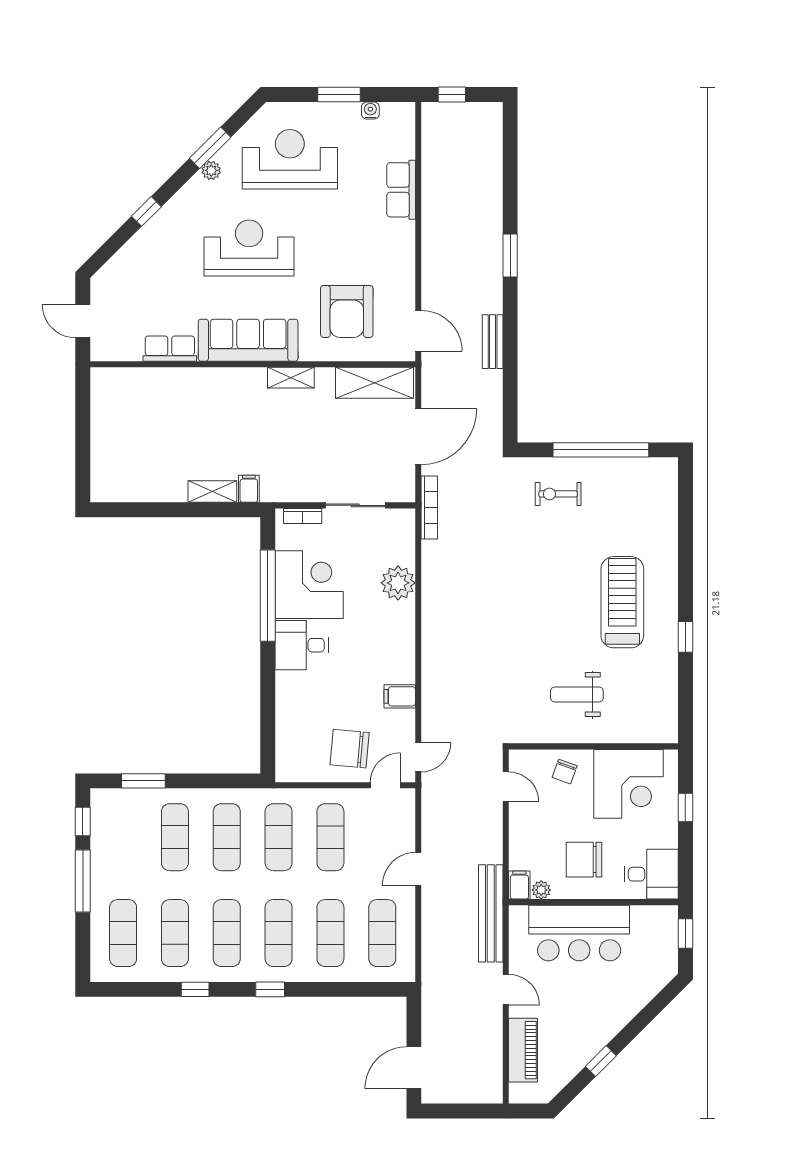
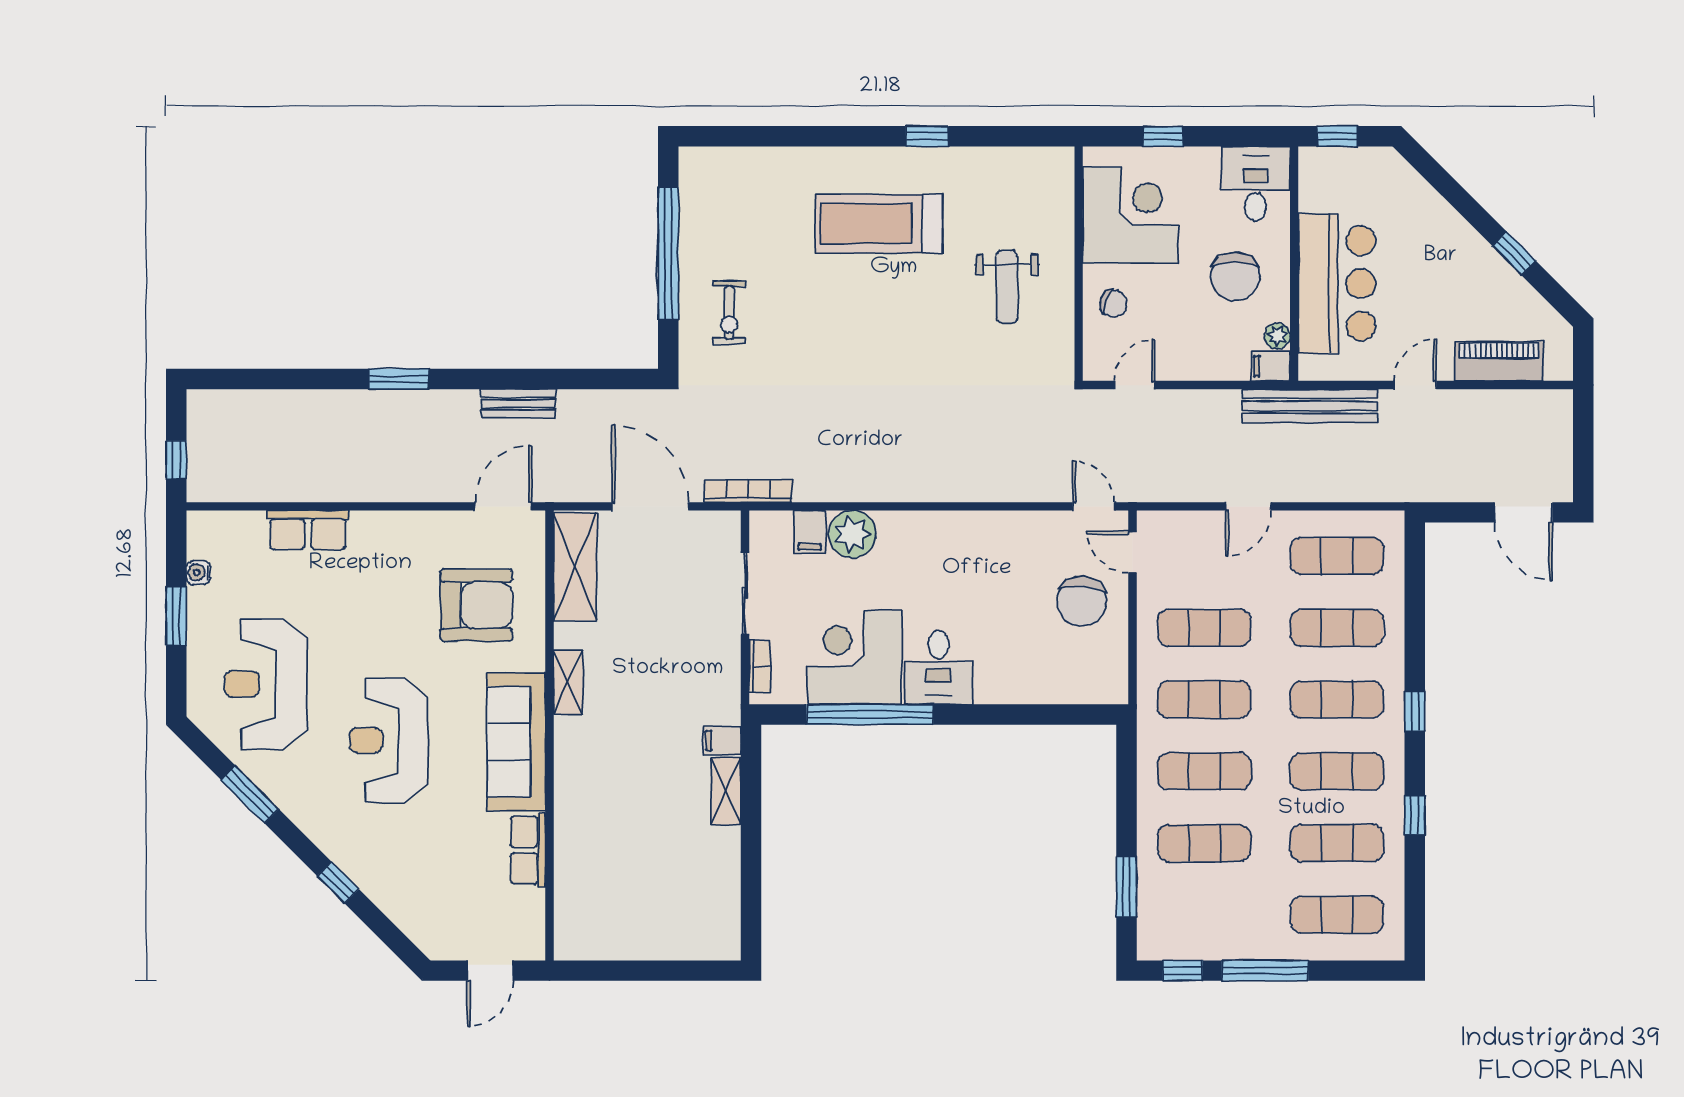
plant: (211, 170) -> (281, 793), removed
filing cabinet: (400, 696) -> (810, 532), moved
door: (418, 869) -> (1248, 506), hinge flipped

